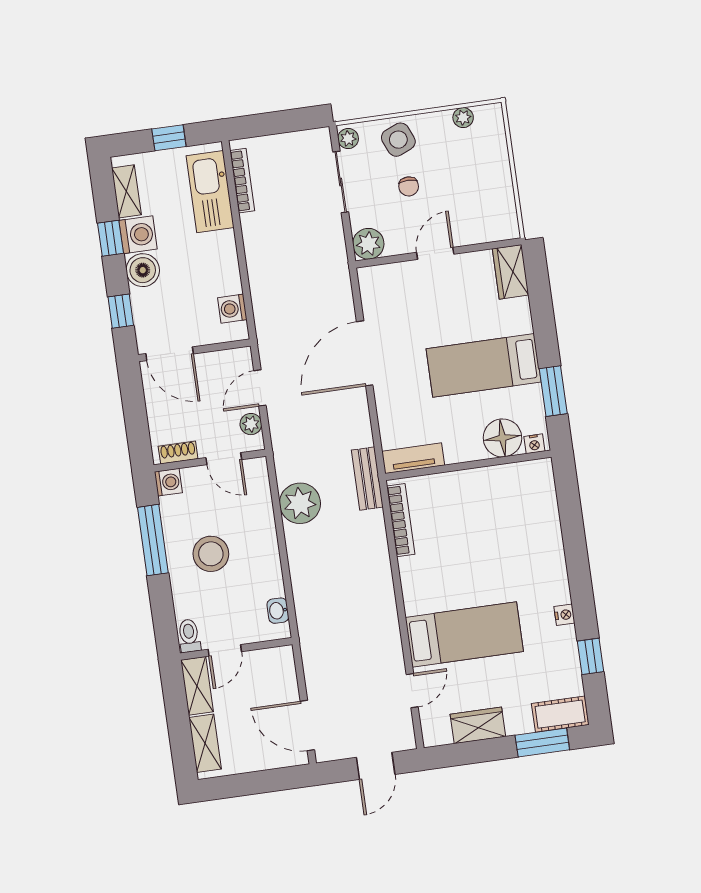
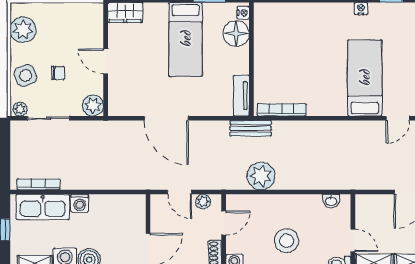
plant: (463, 118) -> (23, 30), width x1.87, depth x1.87
washing machine: (232, 309) -> (80, 203), moved
door: (412, 691) -> (398, 118), swing flipped

